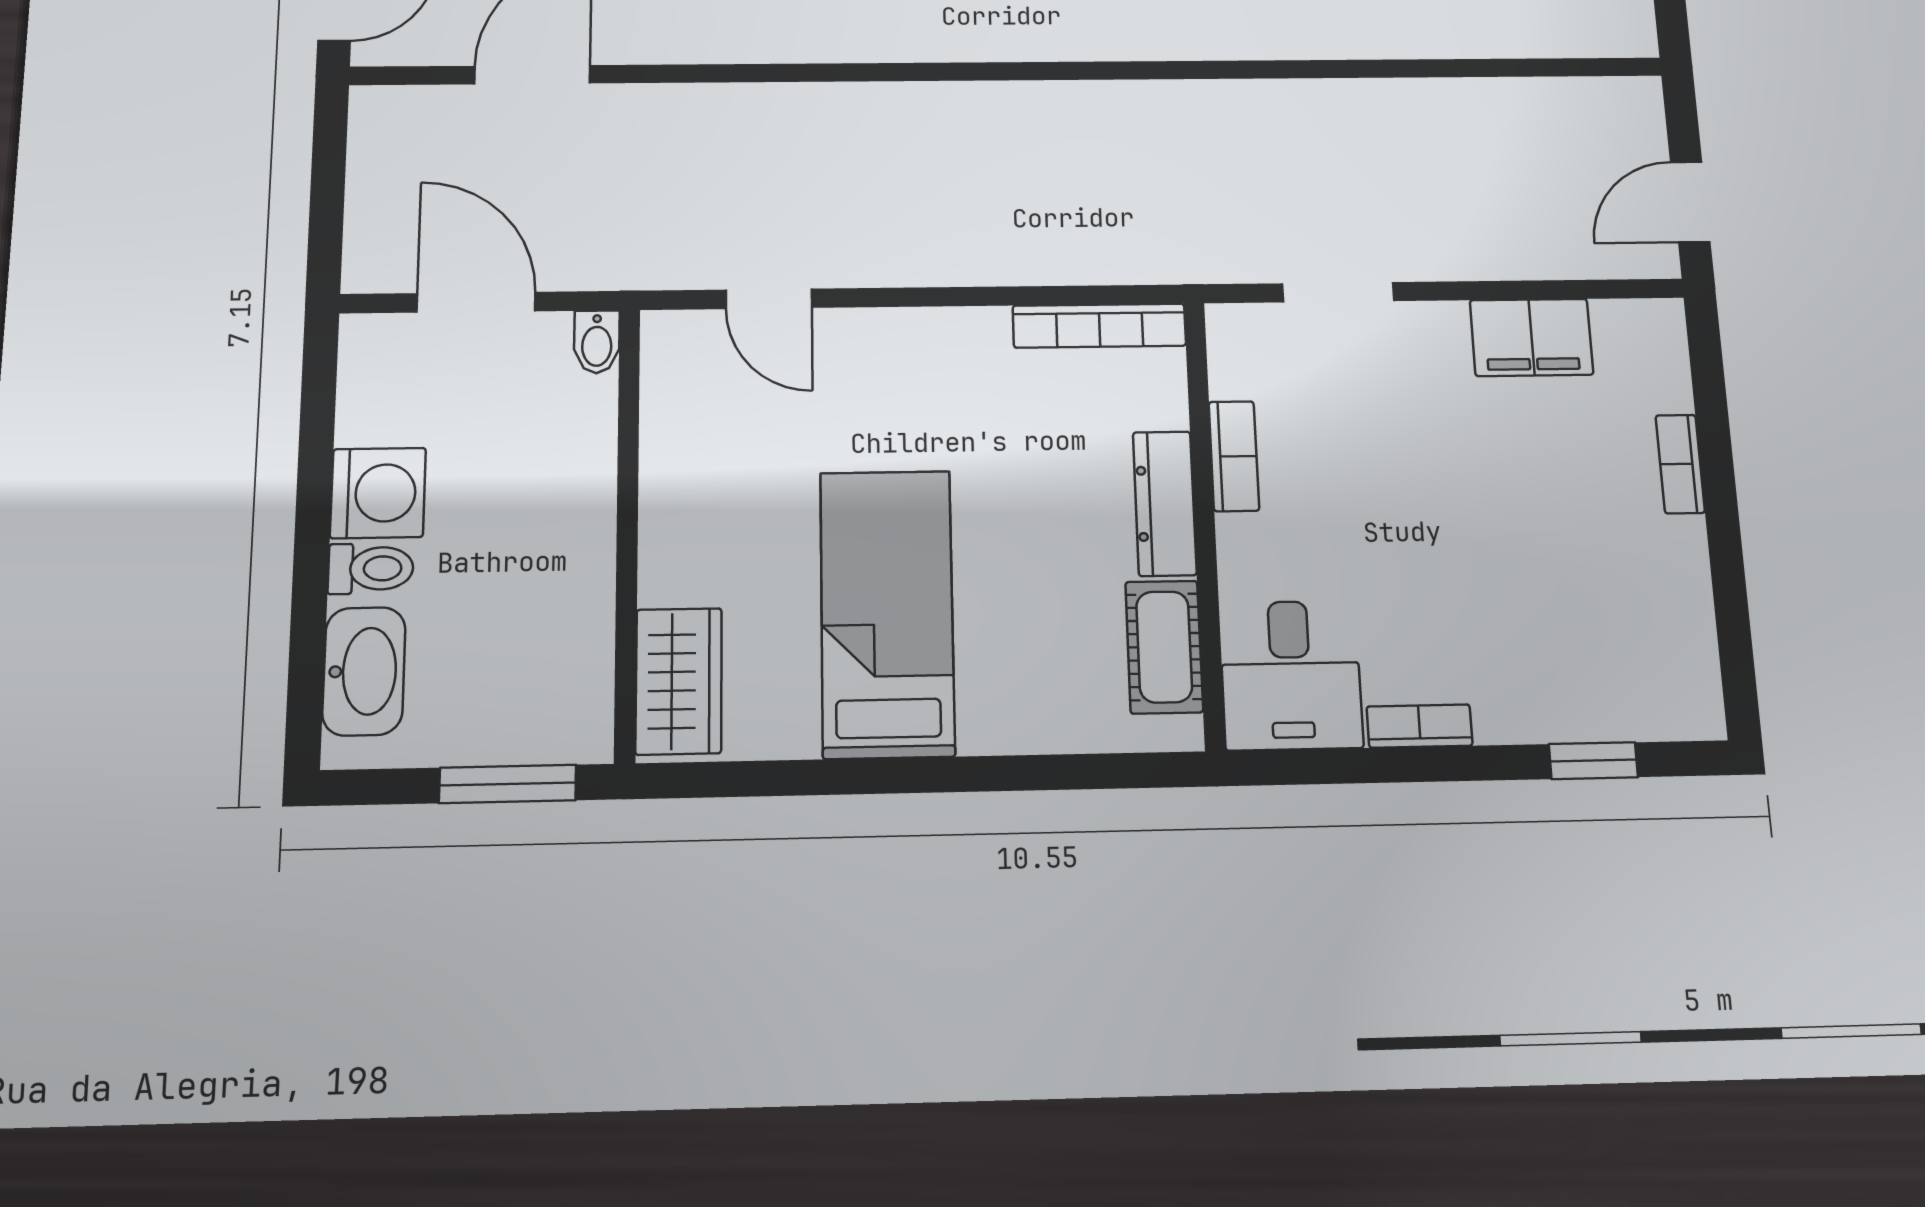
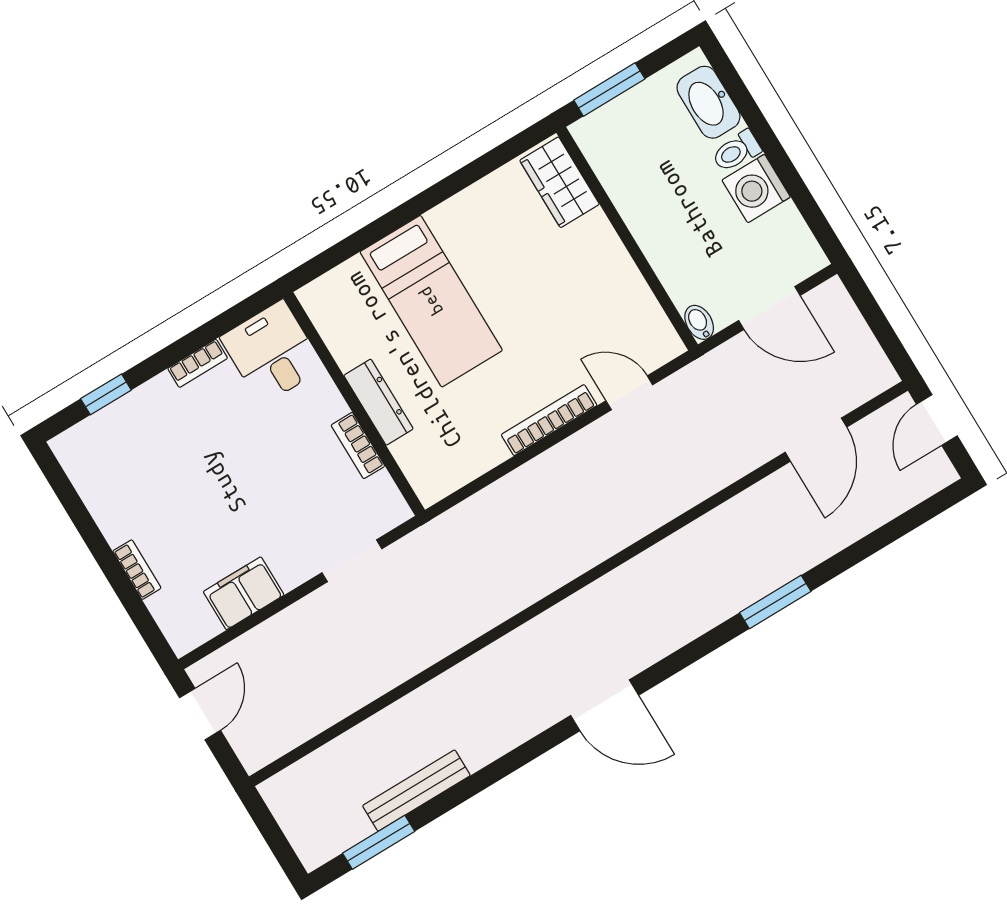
bookcase: (1099, 326) -> (549, 420), moved
bed: (887, 613) -> (431, 301), moved
cot: (1164, 647) -> (340, 331), removed

